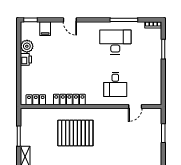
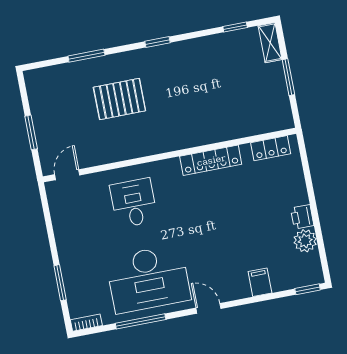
door: (70, 20) -> (208, 308), moved
filing cabinet: (45, 29) -> (260, 282), moved
desk: (115, 42) -> (148, 279), width x1.36, depth x1.30
door: (135, 106) -> (67, 175), moved
pallet: (75, 133) -> (119, 99), moved, width x0.73, depth x0.71

